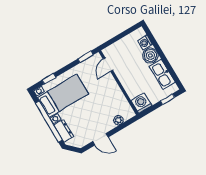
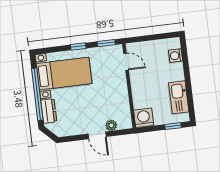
boiler: (150, 56) -> (175, 72), removed
door: (108, 65) -> (126, 62), swing flipped
window: (49, 79) -> (78, 47), moved
door: (100, 139) -> (97, 135), moved

